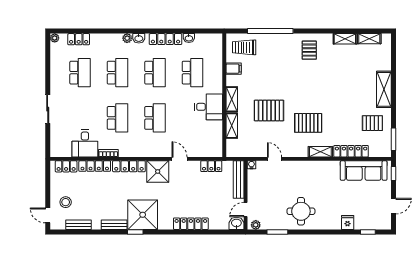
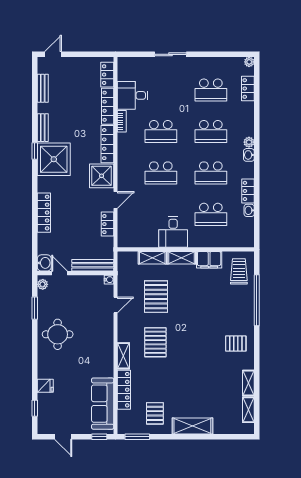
locker: (166, 39) -> (248, 191), width x0.66
filing cabinet: (234, 69) -> (209, 260), width x2.00
pallet: (269, 110) -> (156, 297), moved
locker: (211, 166) -> (107, 224), moved
stool: (66, 202) -> (68, 74), removed

